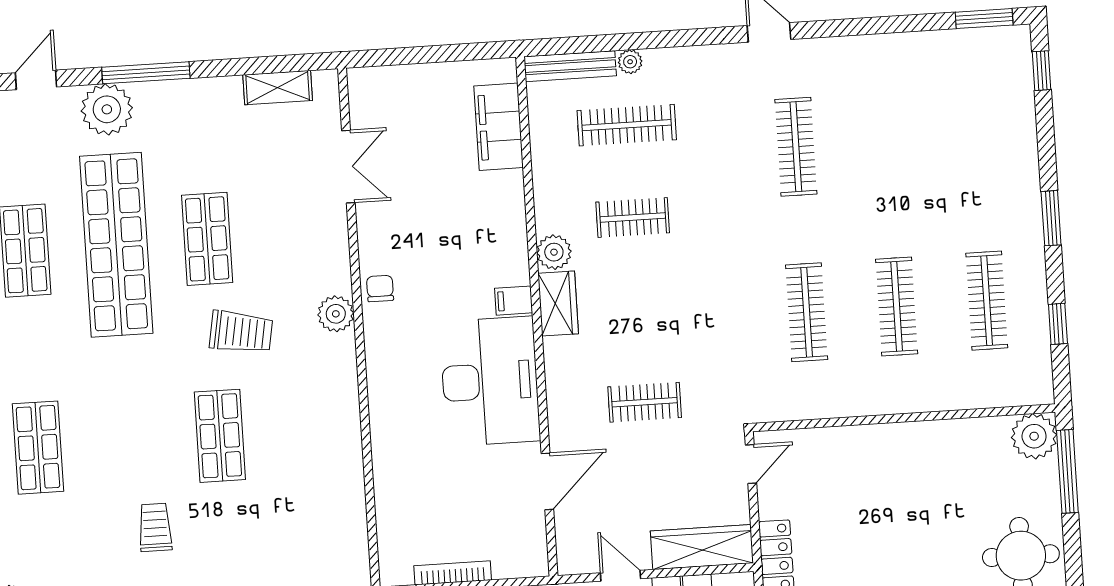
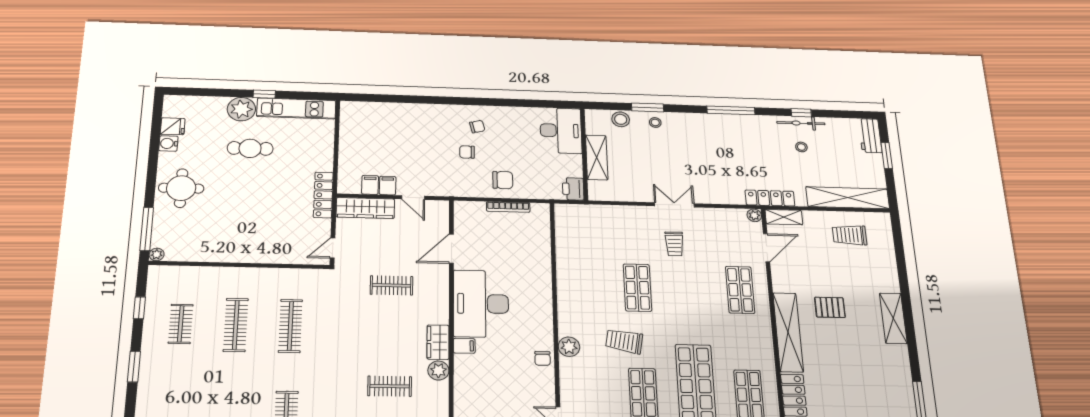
clothes rail: (987, 301) -> (181, 324), width x0.73
plant: (1034, 436) -> (157, 254), width x0.53, depth x0.53

